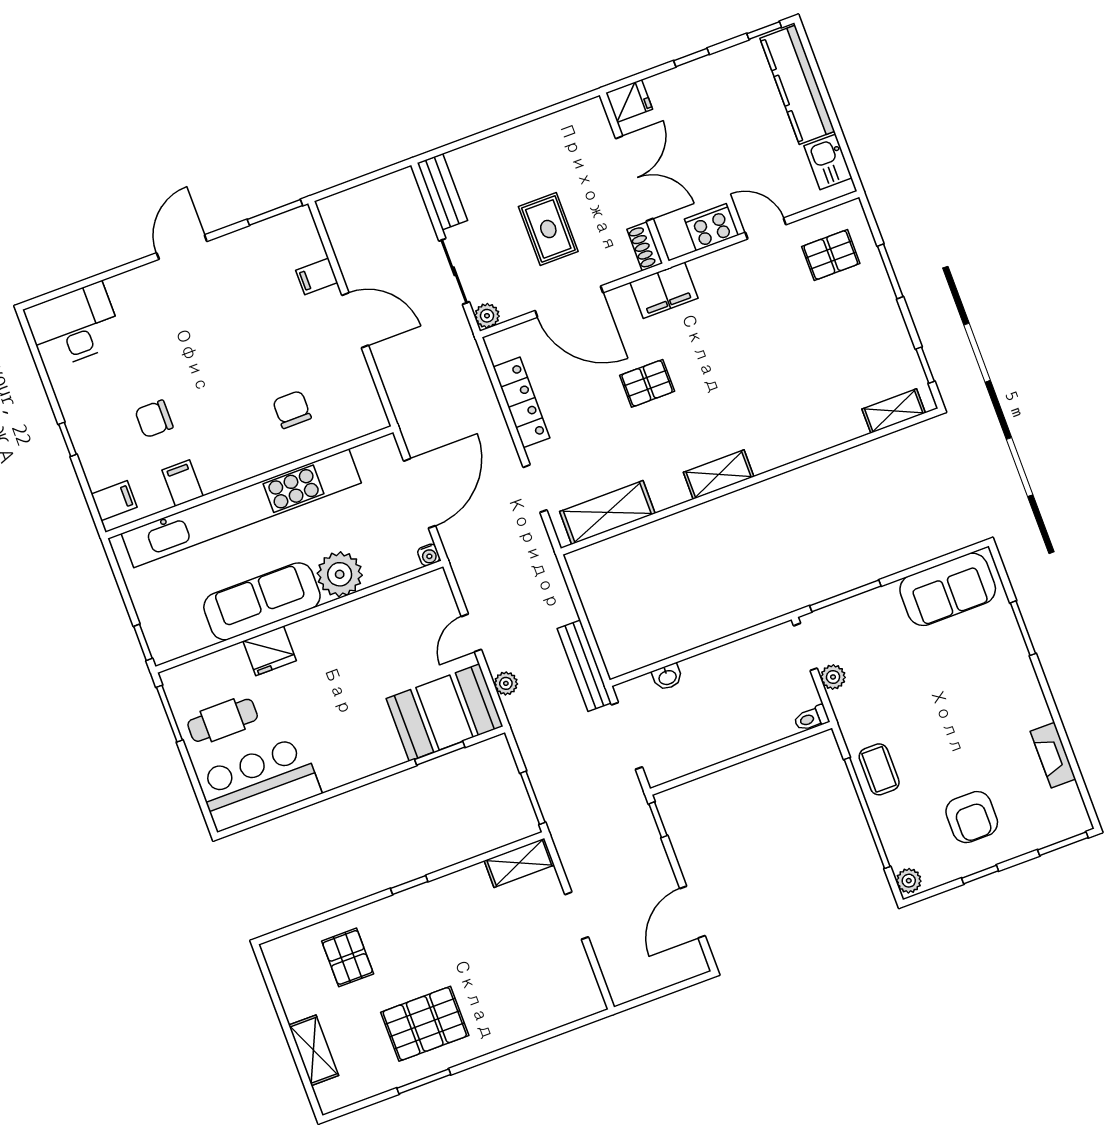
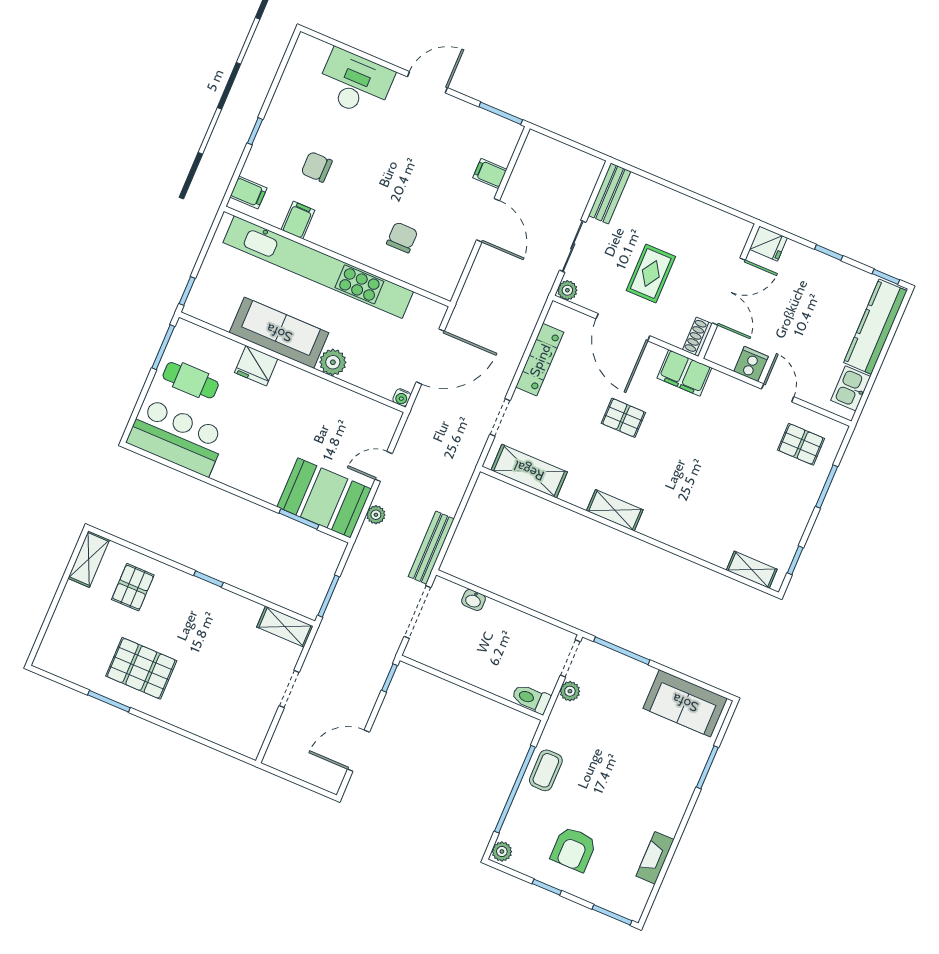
cooker: (711, 227) -> (751, 364), width x0.73
desk: (74, 326) -> (355, 83), moved
plant: (340, 574) -> (333, 362), width x0.73, depth x0.73
toilet: (811, 718) -> (531, 699), width x1.37, depth x1.39
shelving: (314, 1050) -> (89, 559), moved

